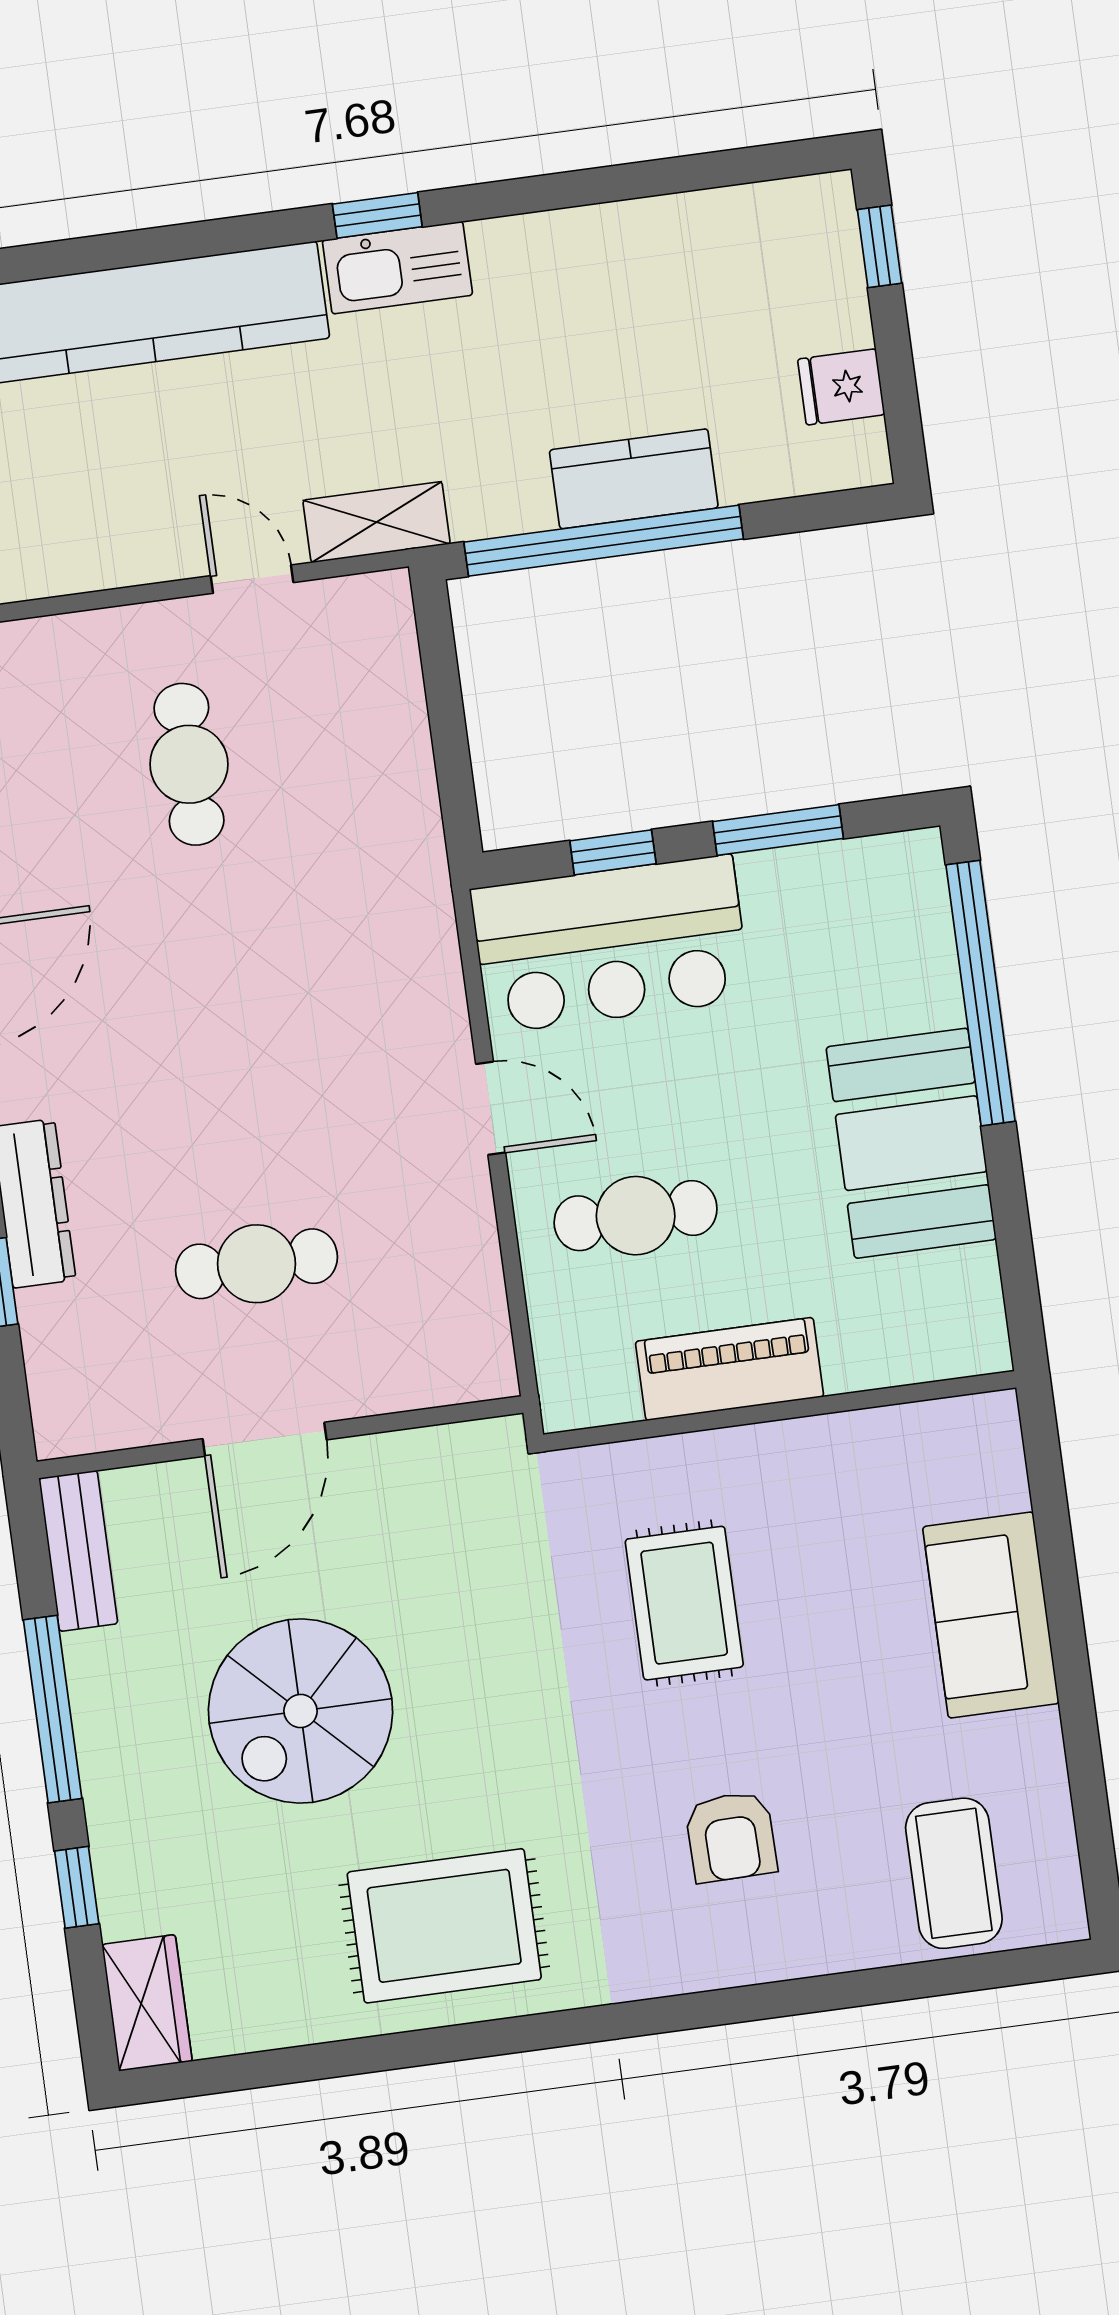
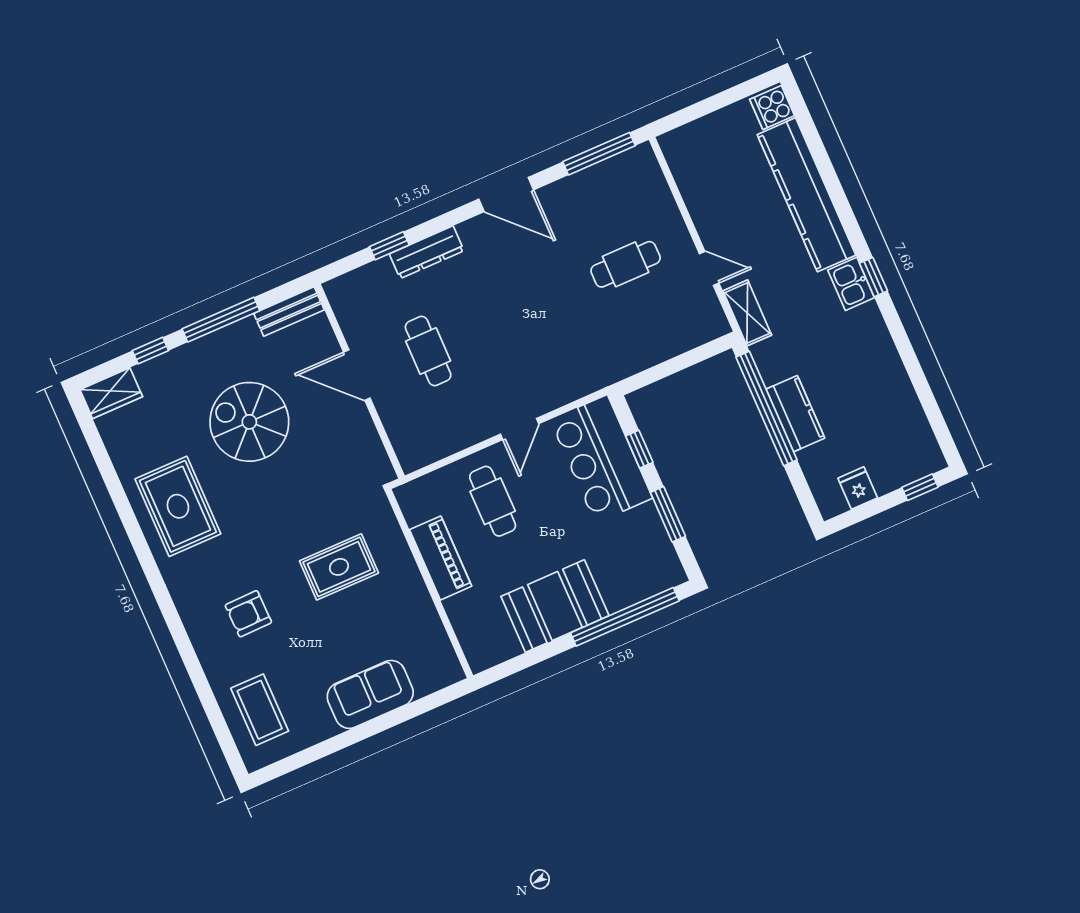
kitchen sink: (397, 268) -> (851, 284), width x0.73
door: (252, 579) -> (709, 268), hinge flipped
coffee table: (954, 1873) -> (260, 710), turned 90

